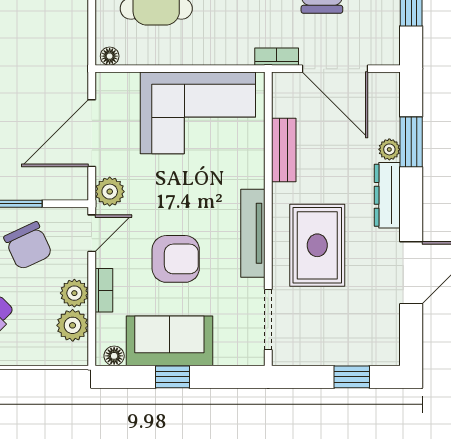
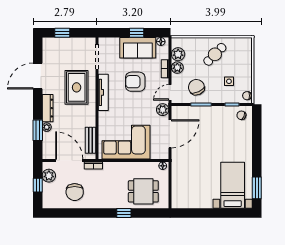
plant: (384, 32) -> (49, 176), added
bench: (284, 150) -> (90, 140), moved

